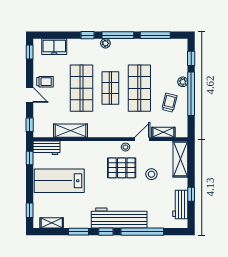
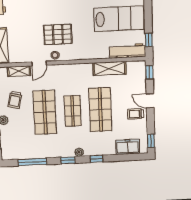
window: (118, 35) -> (68, 160), width x0.46
workbench: (46, 148) -> (128, 51), width x1.38
stool: (151, 174) -> (28, 30), removed

